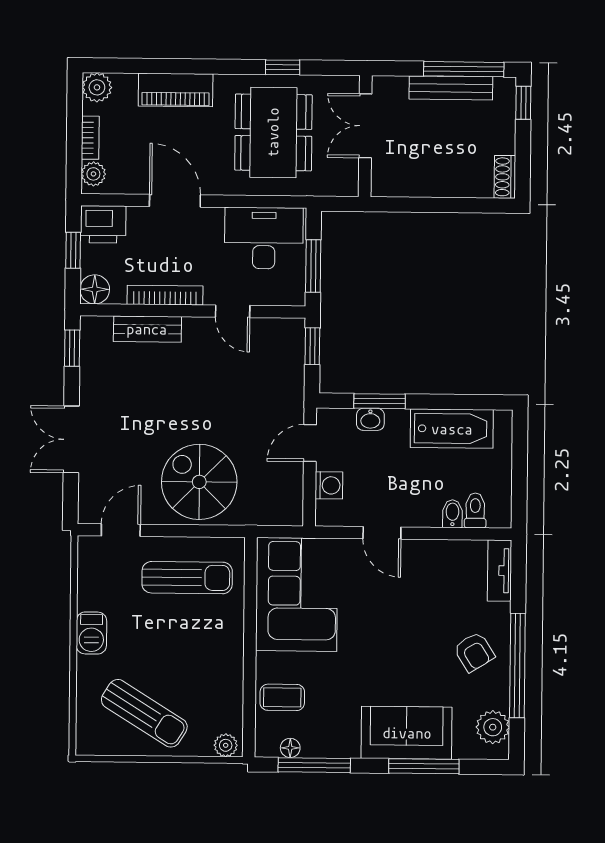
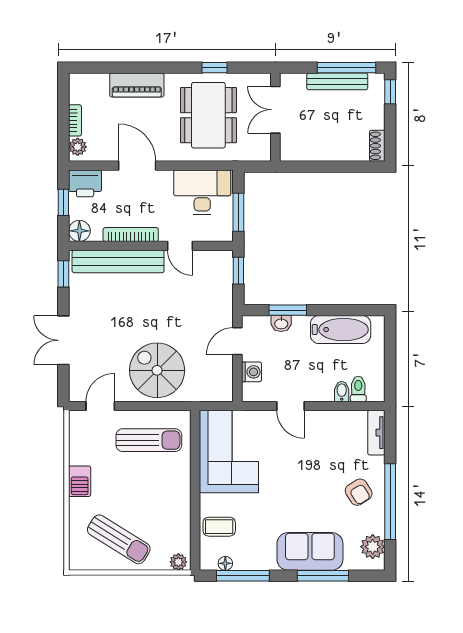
plant: (97, 87) -> (79, 84), removed
bench: (147, 329) -> (118, 261), width x1.86, depth x1.21

